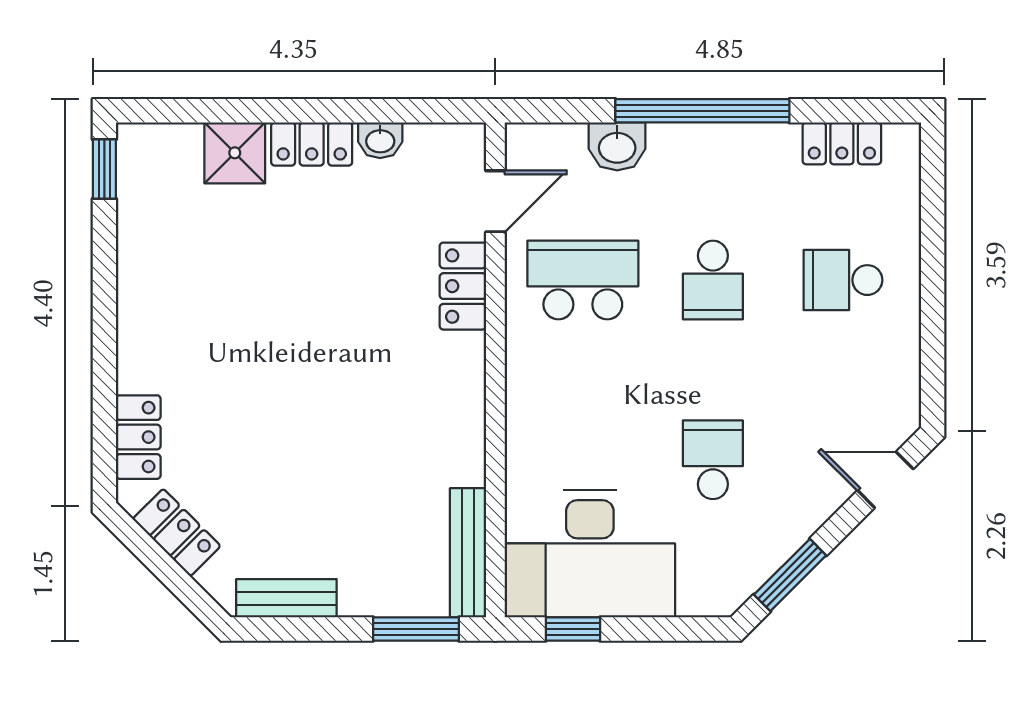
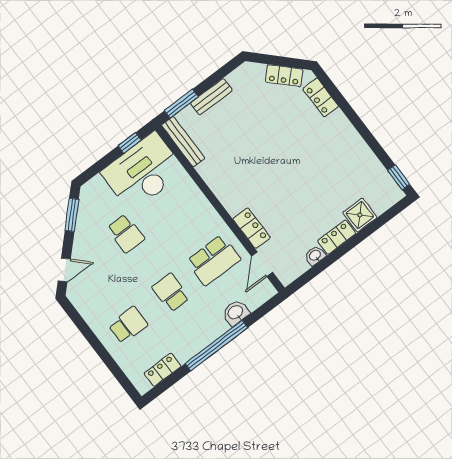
bench: (286, 598) -> (211, 97), moved

